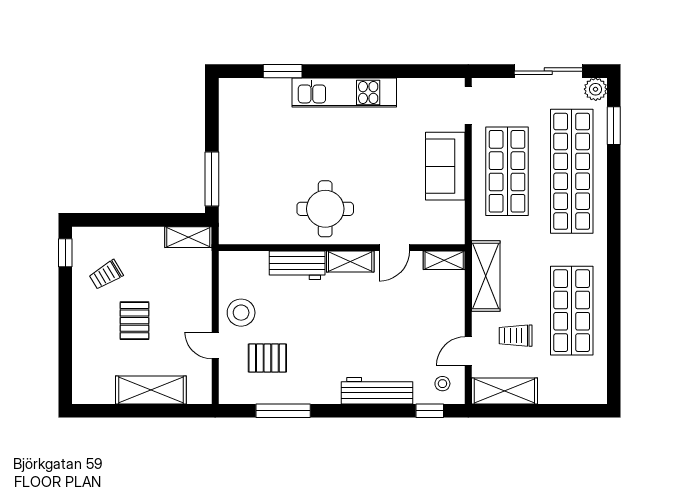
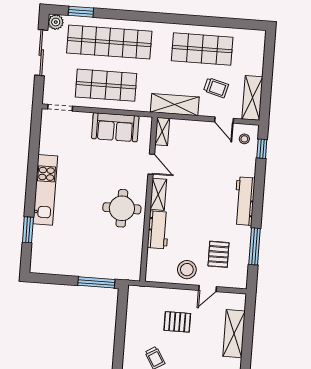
sofa: (445, 166) -> (115, 127), moved
shelving: (188, 237) -> (134, 301), removed
pallet: (134, 321) -> (177, 322), moved
trolley: (516, 336) -> (216, 88), turned -75
workbench: (377, 391) -> (244, 201), moved

